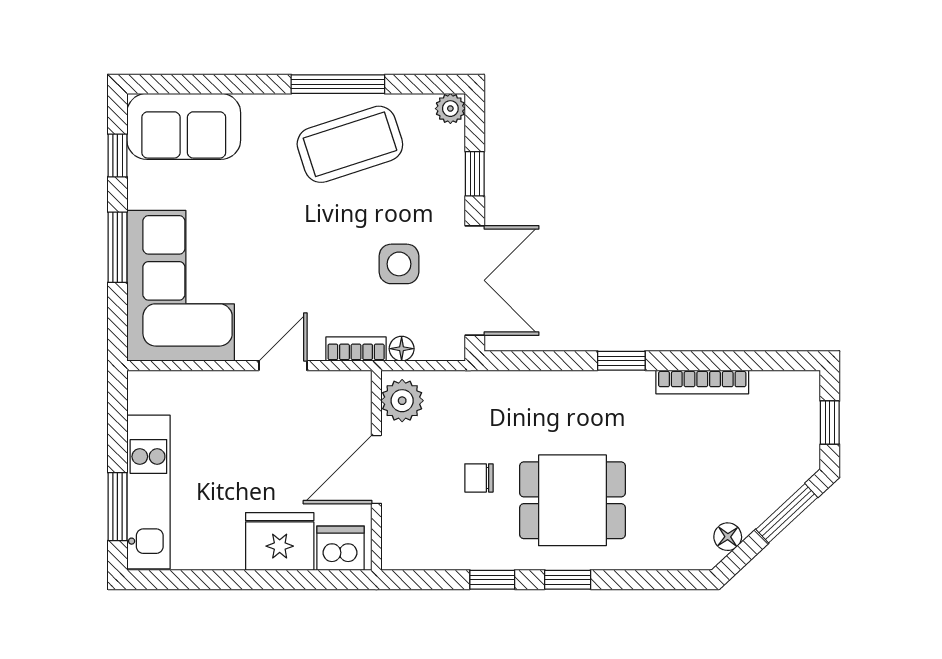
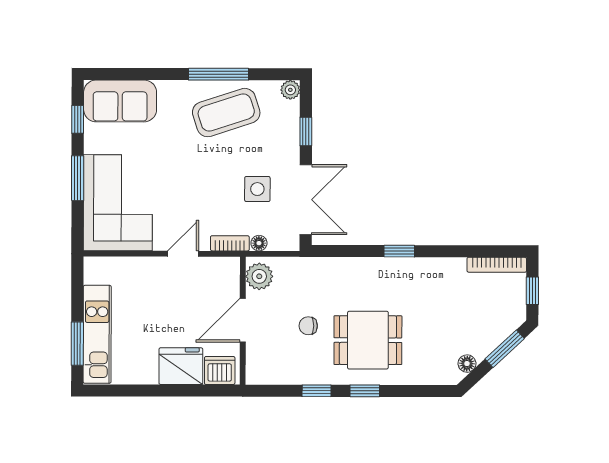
bookcase: (702, 382) -> (497, 265), moved

